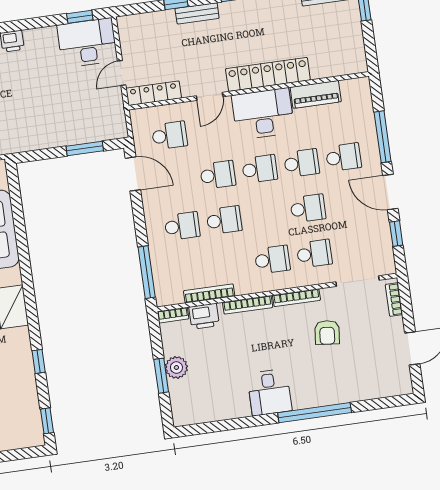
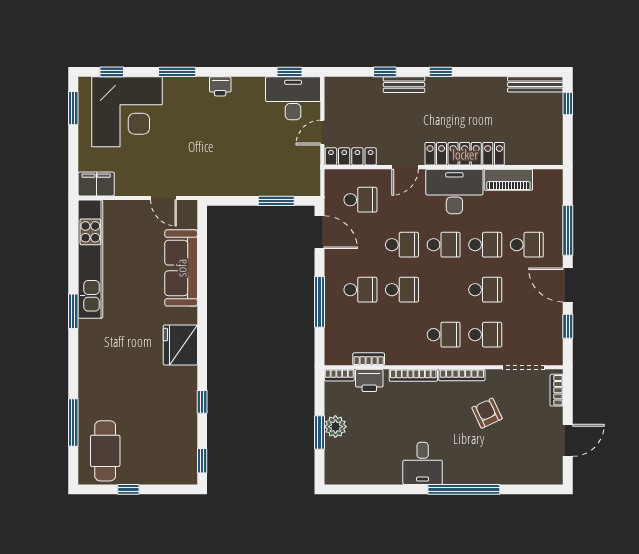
window: (147, 272) -> (320, 302), moved
bookcase: (209, 293) -> (369, 359), width x0.64
armchair: (327, 332) -> (487, 413), turned 149

